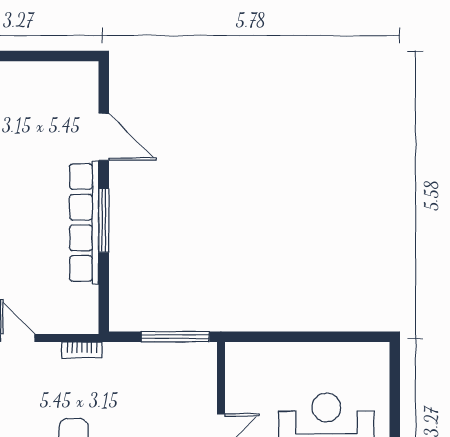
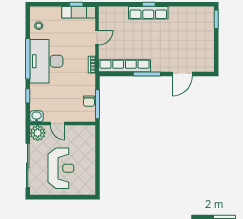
row of seats: (84, 223) -> (124, 66), moved
chair: (168, 357) -> (89, 101), added

